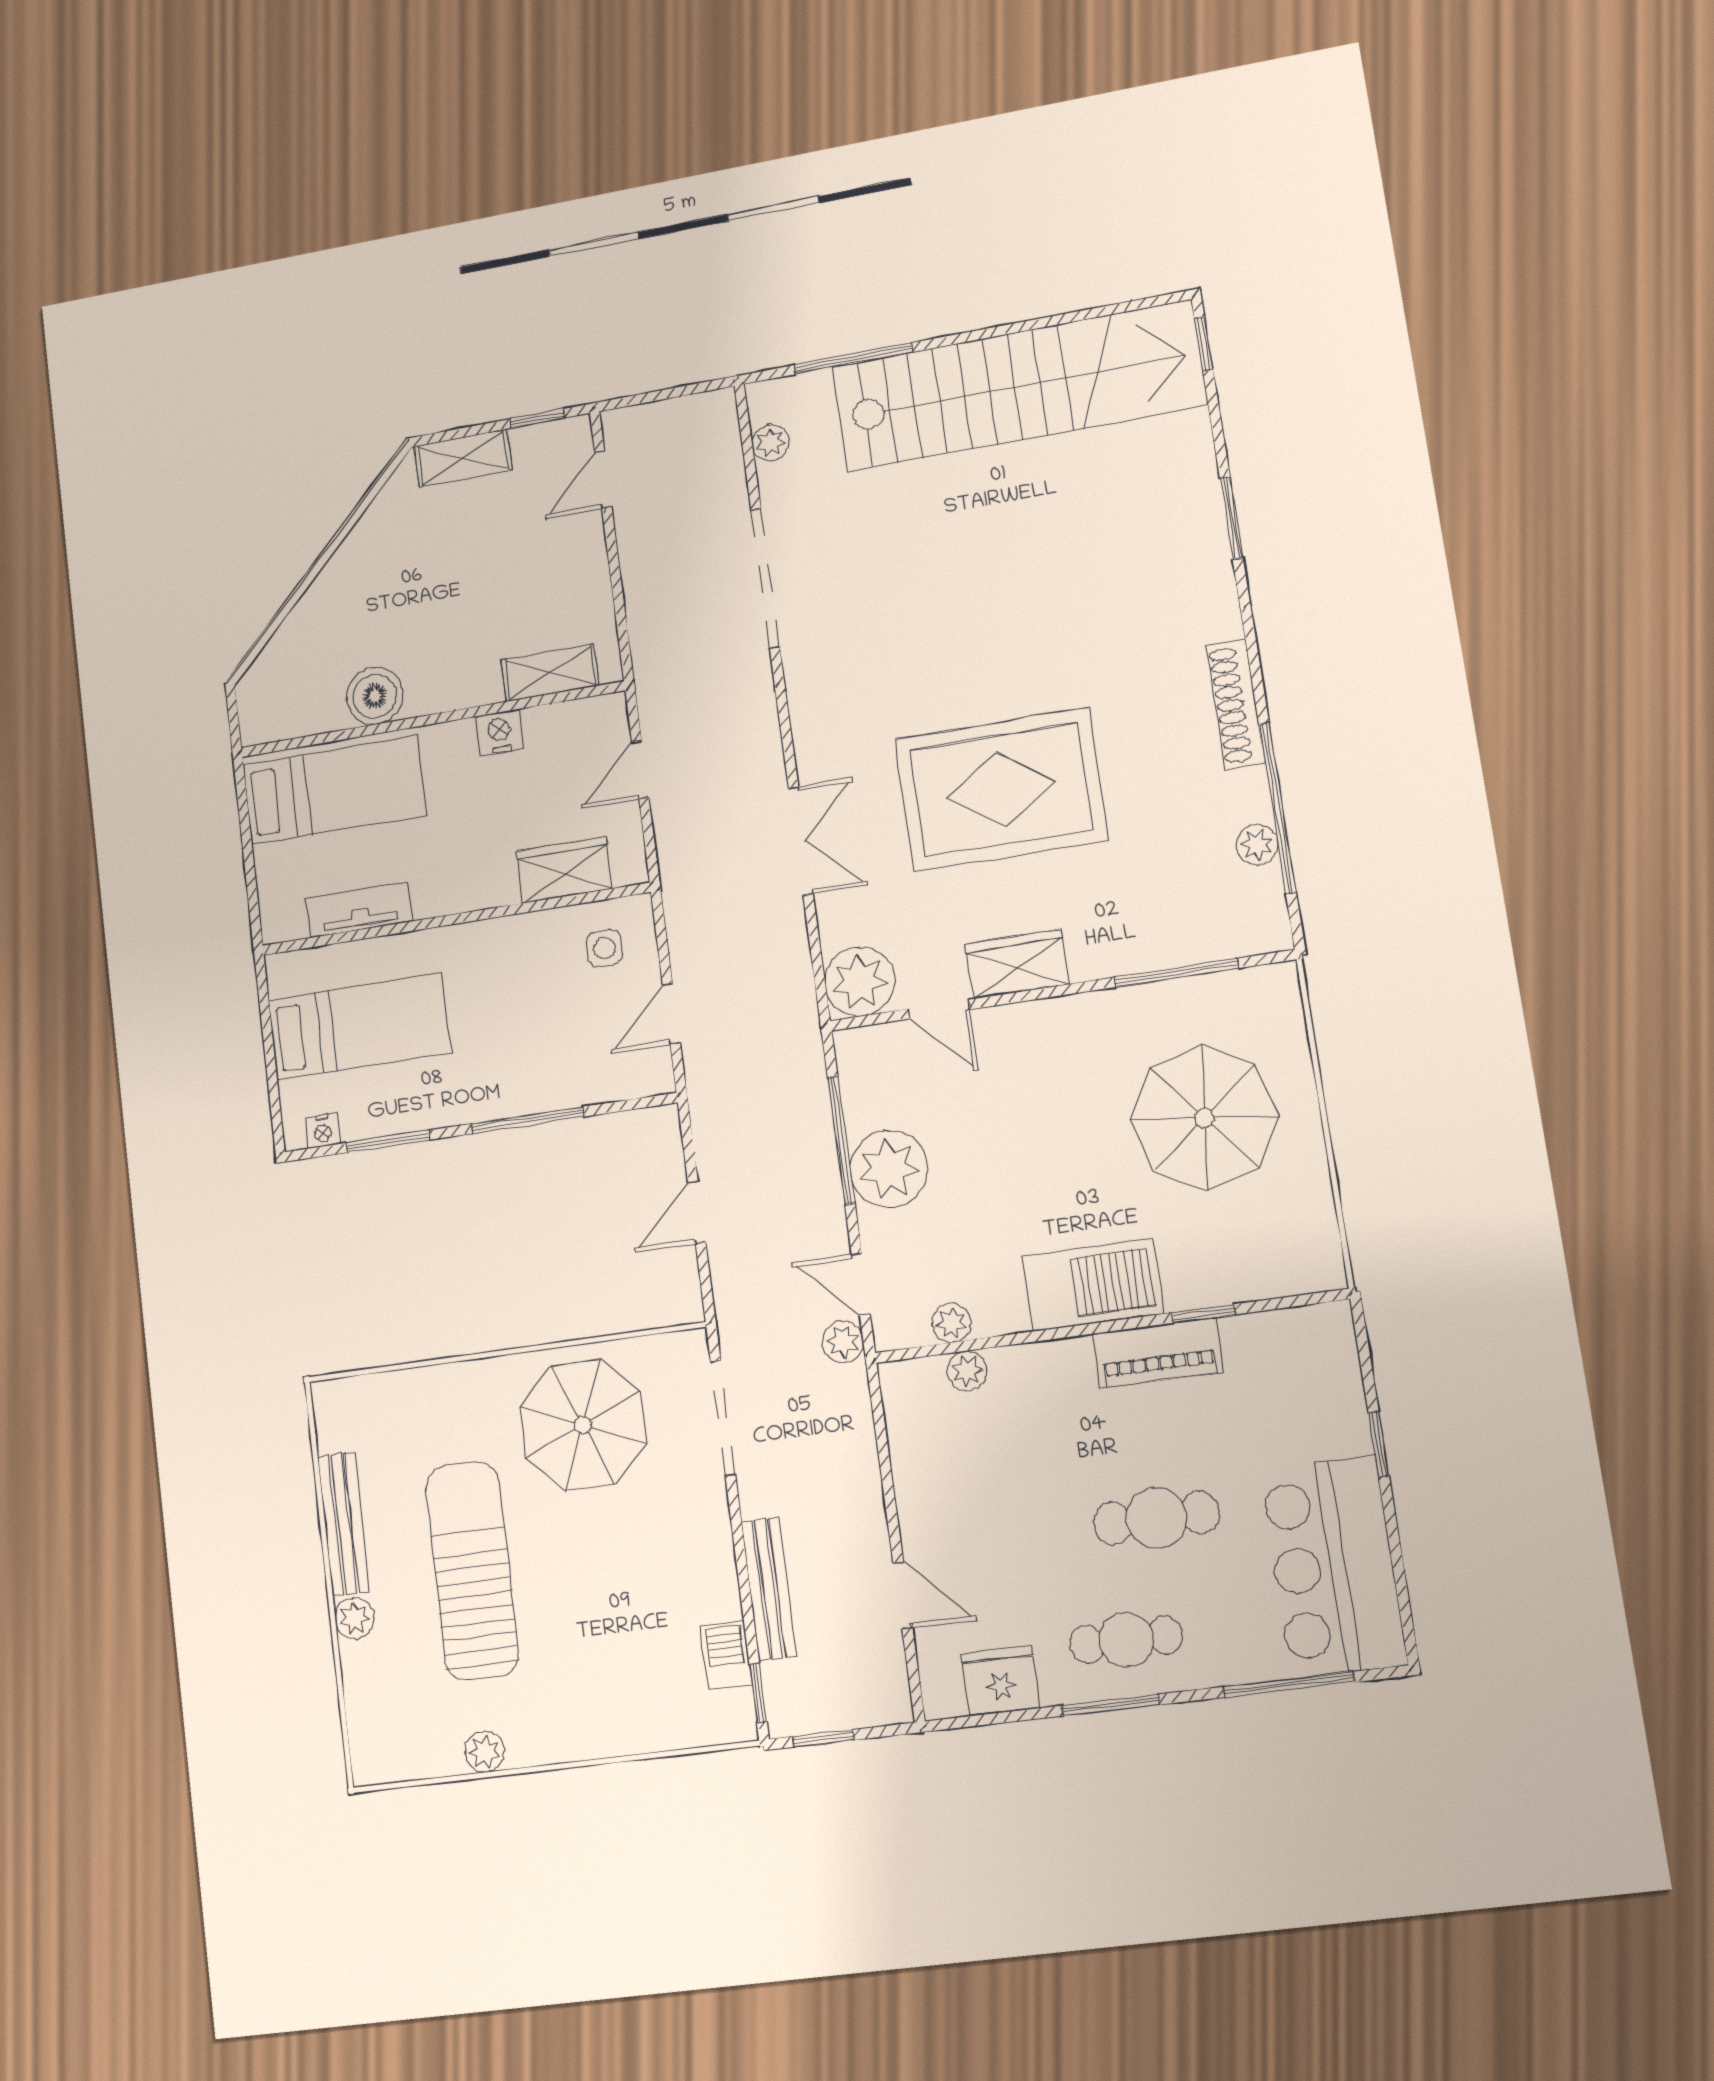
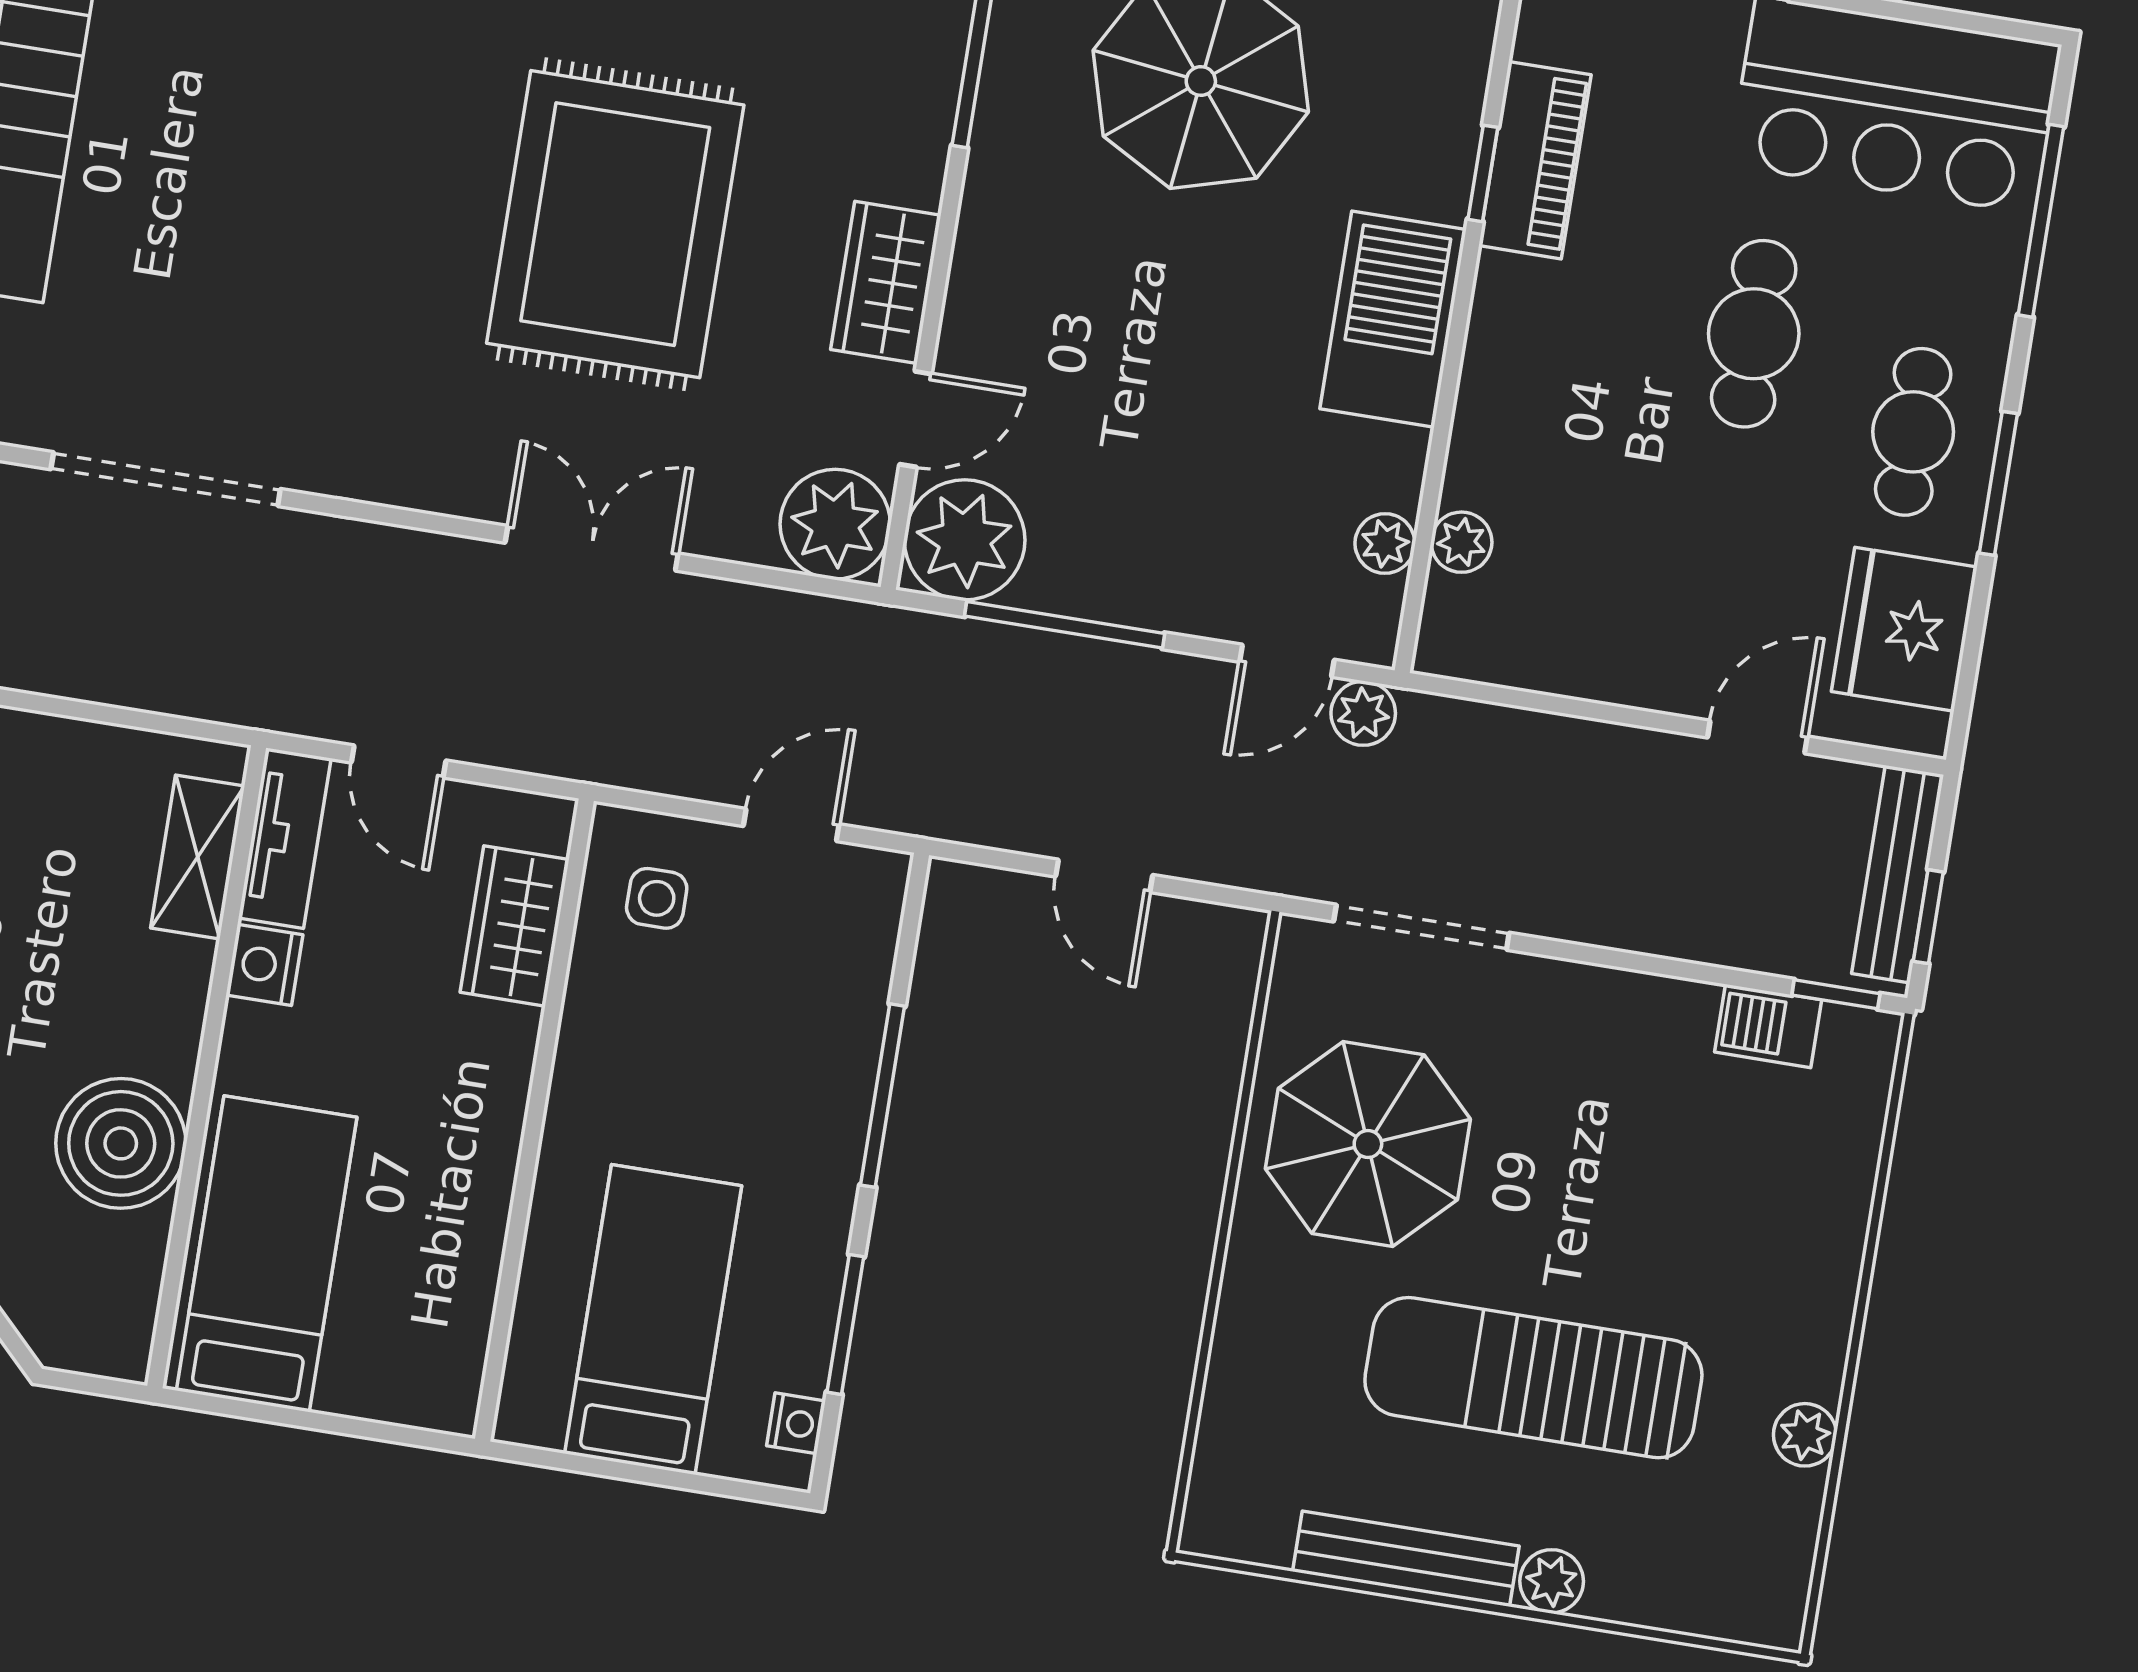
boiler: (375, 696) -> (121, 1143), width x1.37, depth x1.37
tv unit: (359, 910) -> (285, 838), moved, turned 180
door: (671, 1014) -> (791, 825), swing flipped
plant: (889, 1169) -> (965, 540), moved
piano: (1158, 1353) -> (1535, 160), moved
bench: (769, 1589) -> (1898, 874), moved, turned 90
fridge: (1000, 1681) -> (1904, 629), width x1.36, depth x1.34

